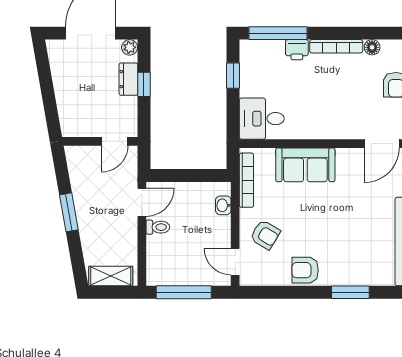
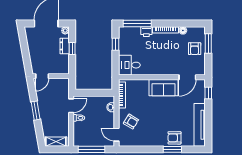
door: (115, 141) -> (42, 76), moved
sofa: (305, 165) -> (164, 88), moved
armchair: (305, 270) -> (174, 138), moved

